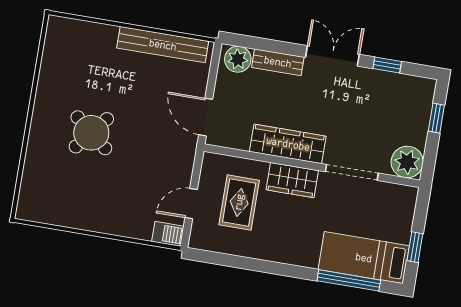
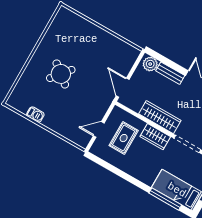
bench: (163, 45) -> (114, 42), removed
barbecue: (168, 234) -> (35, 114), moved

